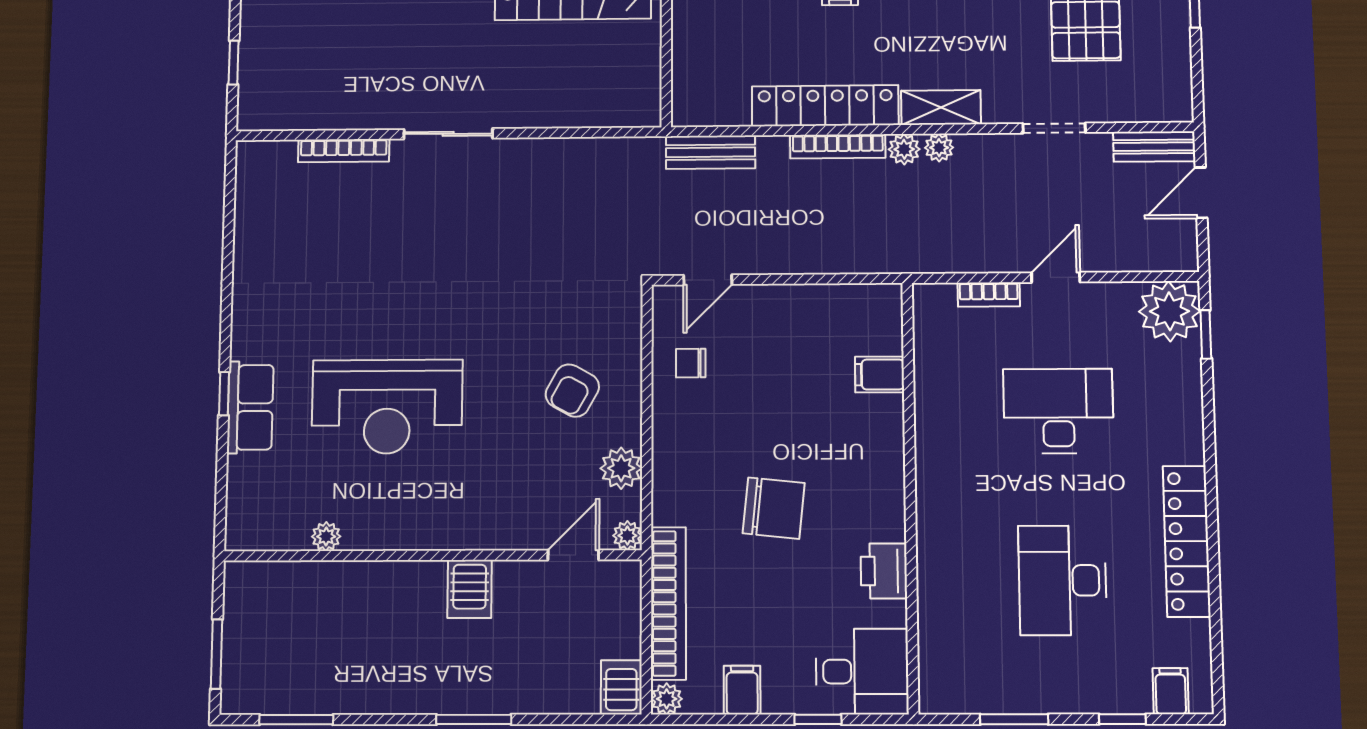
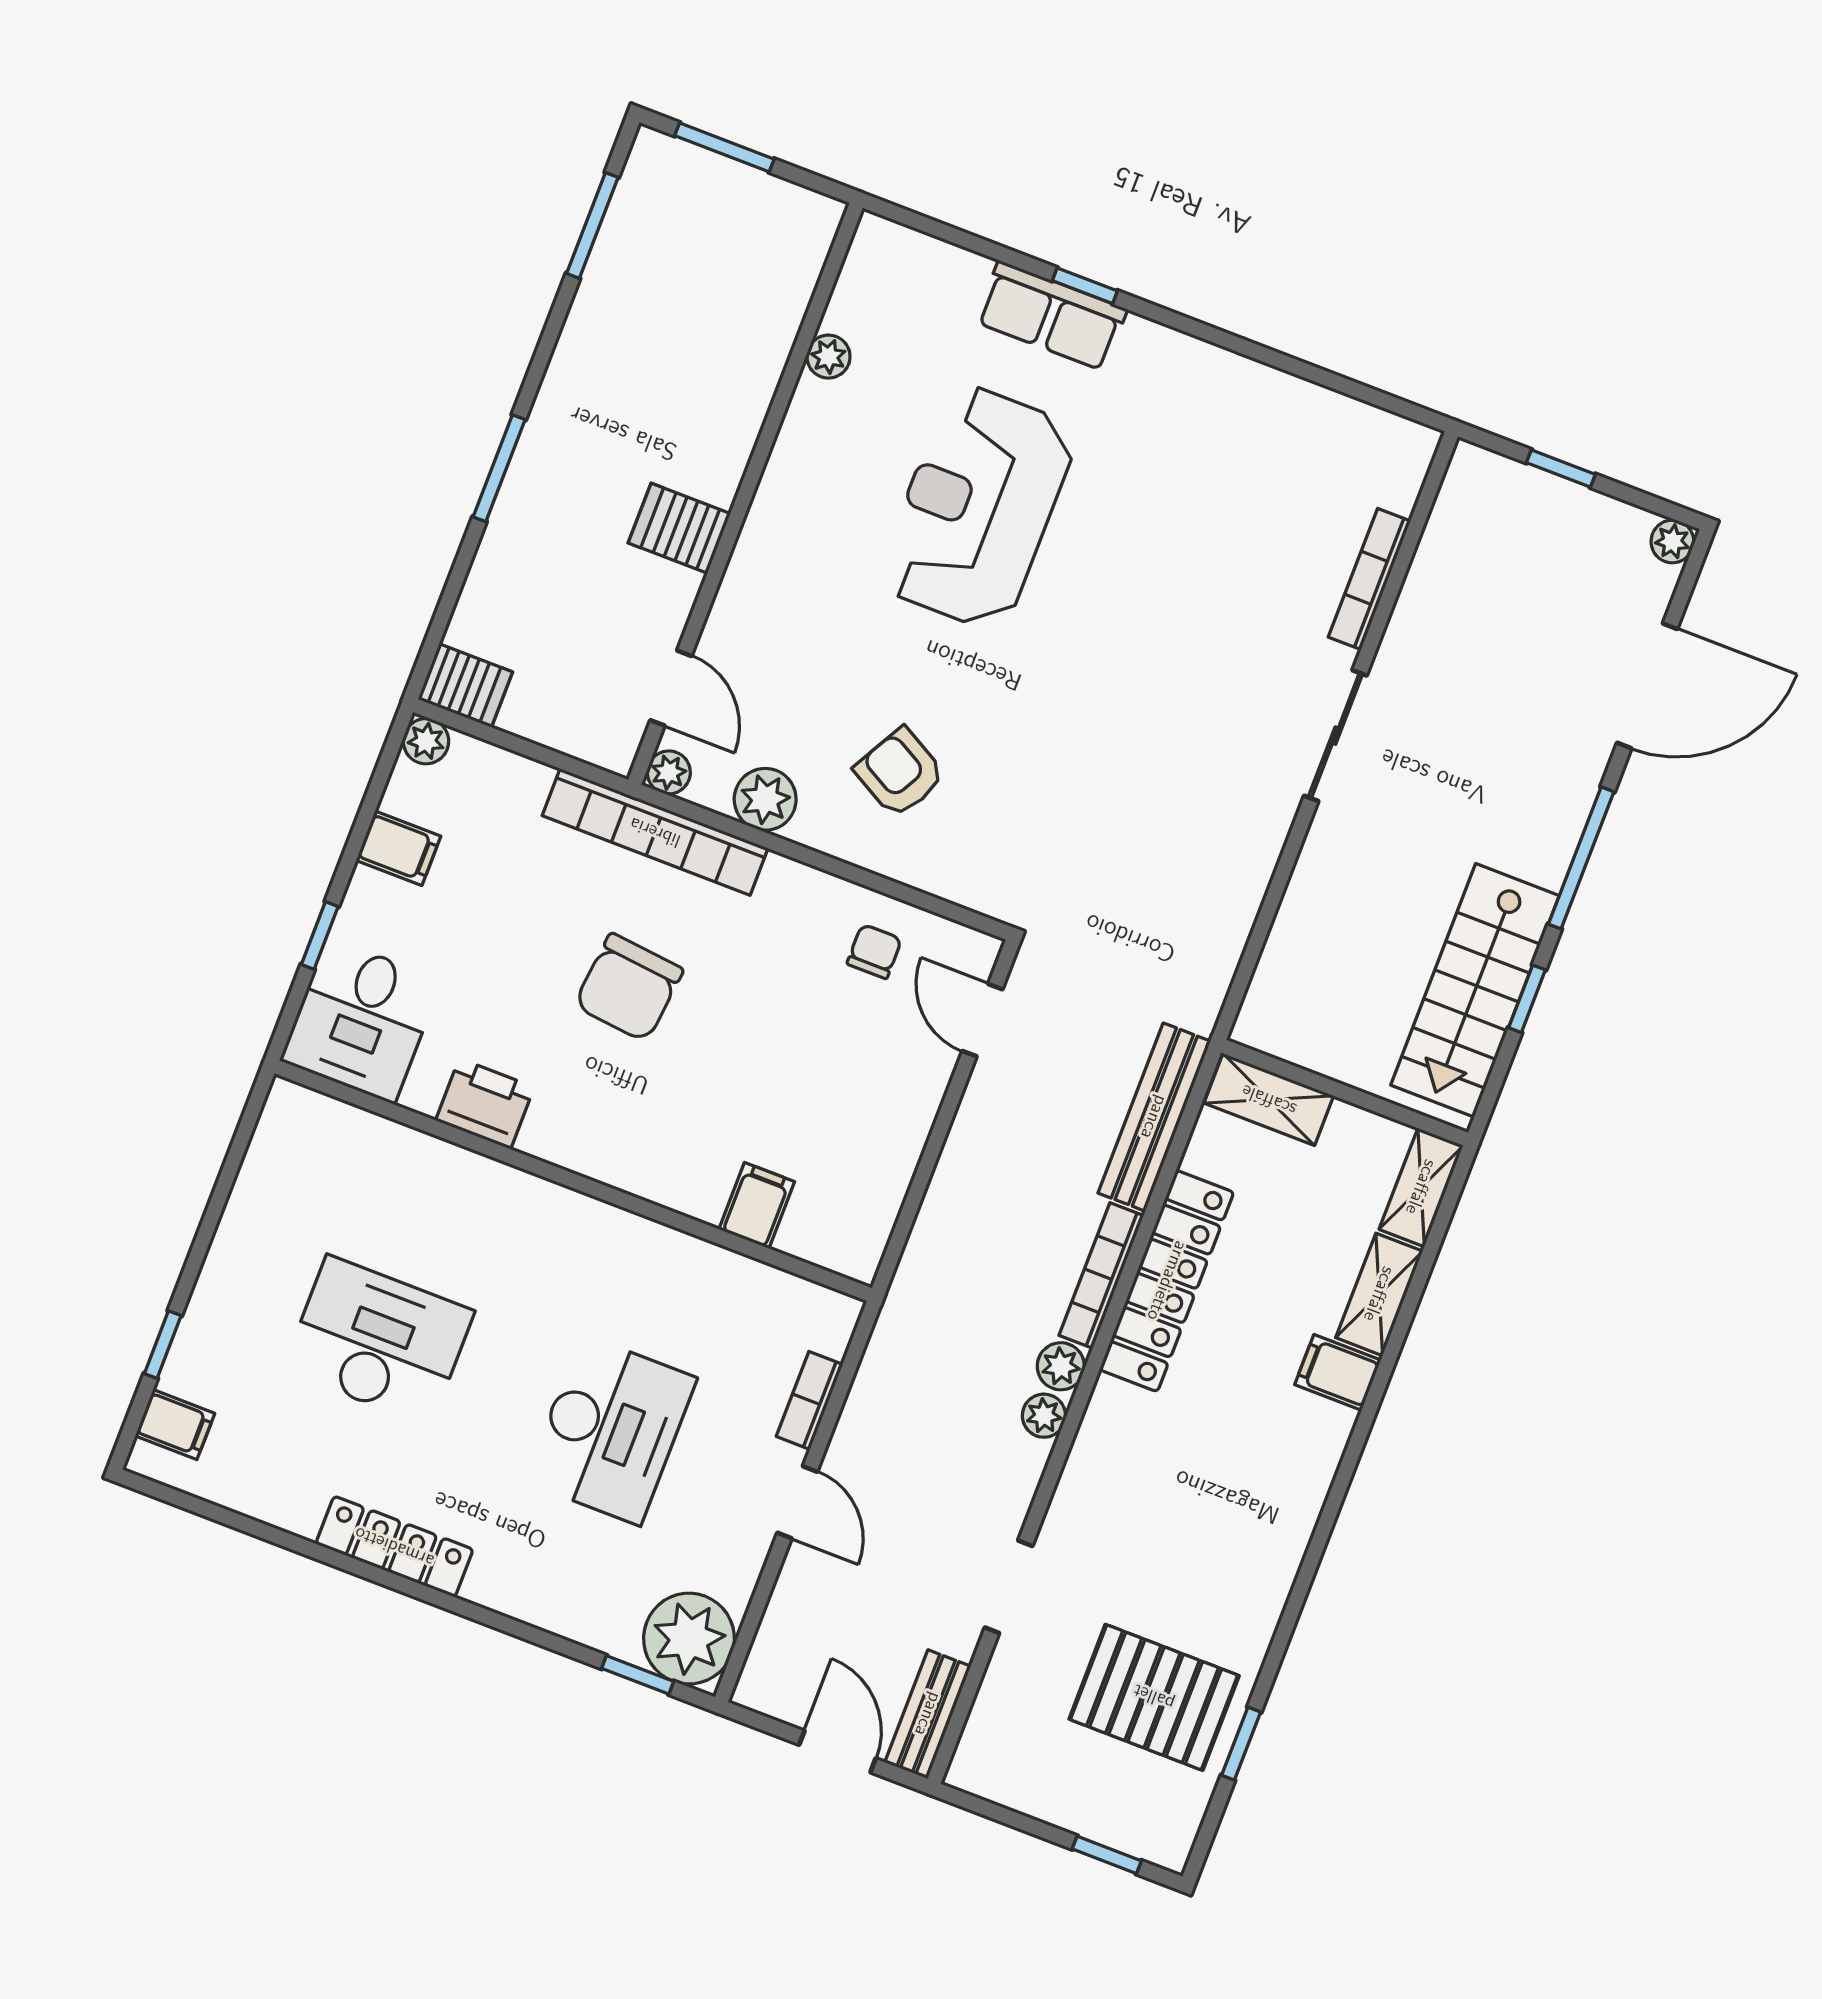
shelving: (941, 107) -> (1269, 1100), moved, turned 90
bench: (711, 152) -> (1154, 1117), width x1.36
locker: (1187, 541) -> (394, 1547), width x0.71, depth x0.83
bookcase: (668, 603) -> (655, 832), moved
window: (1014, 719) -> (218, 1199), removed

